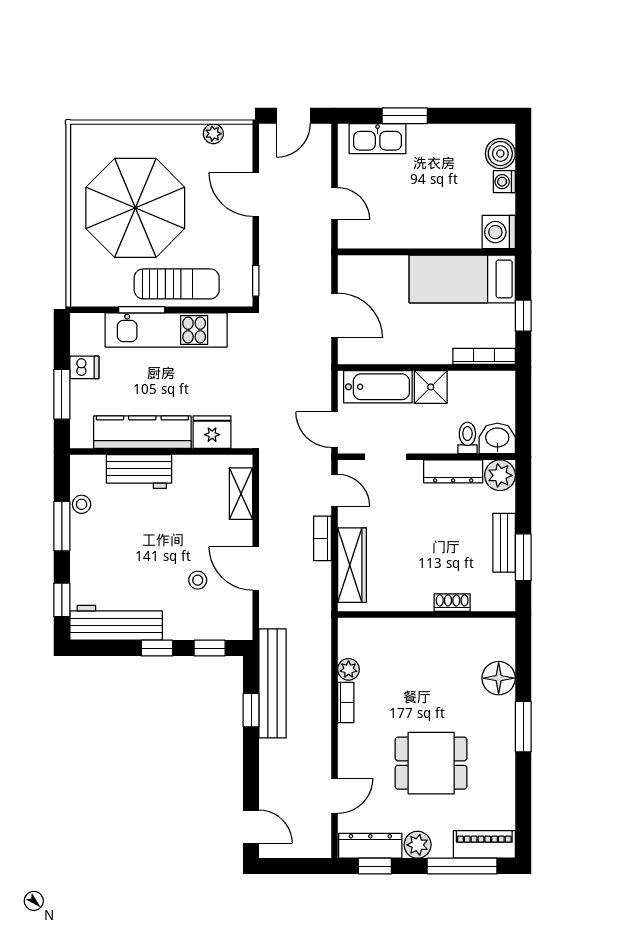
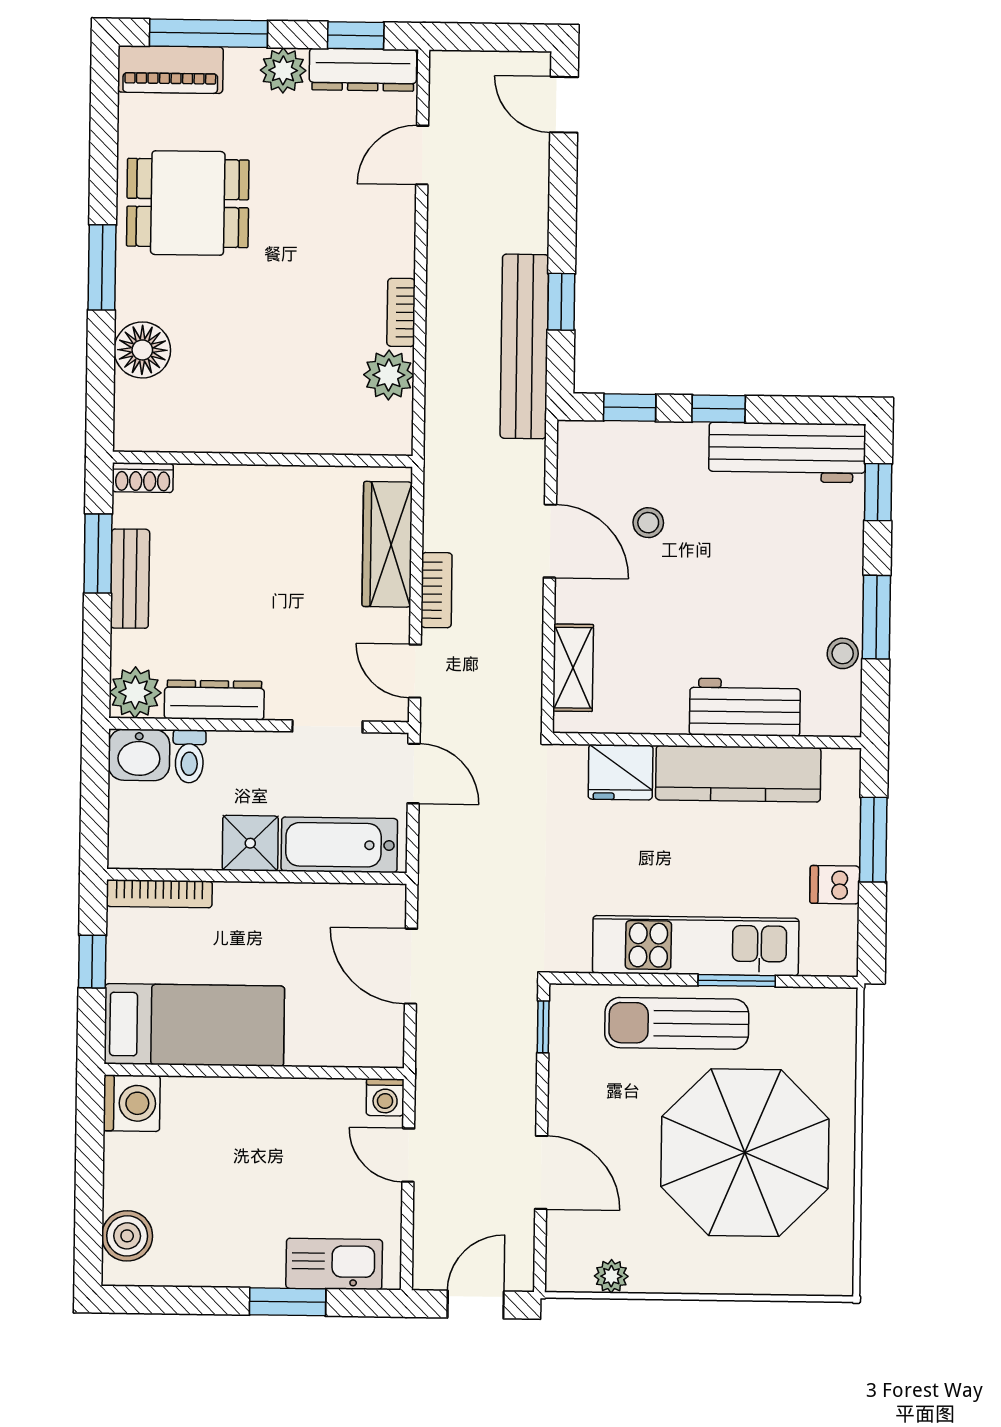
washing machine: (504, 182) -> (385, 1097), moved, turned 90
shoe rack: (452, 603) -> (143, 478), moved
plant: (349, 669) -> (389, 375), width x1.38, depth x1.38
dining table: (431, 763) -> (188, 203), moved

